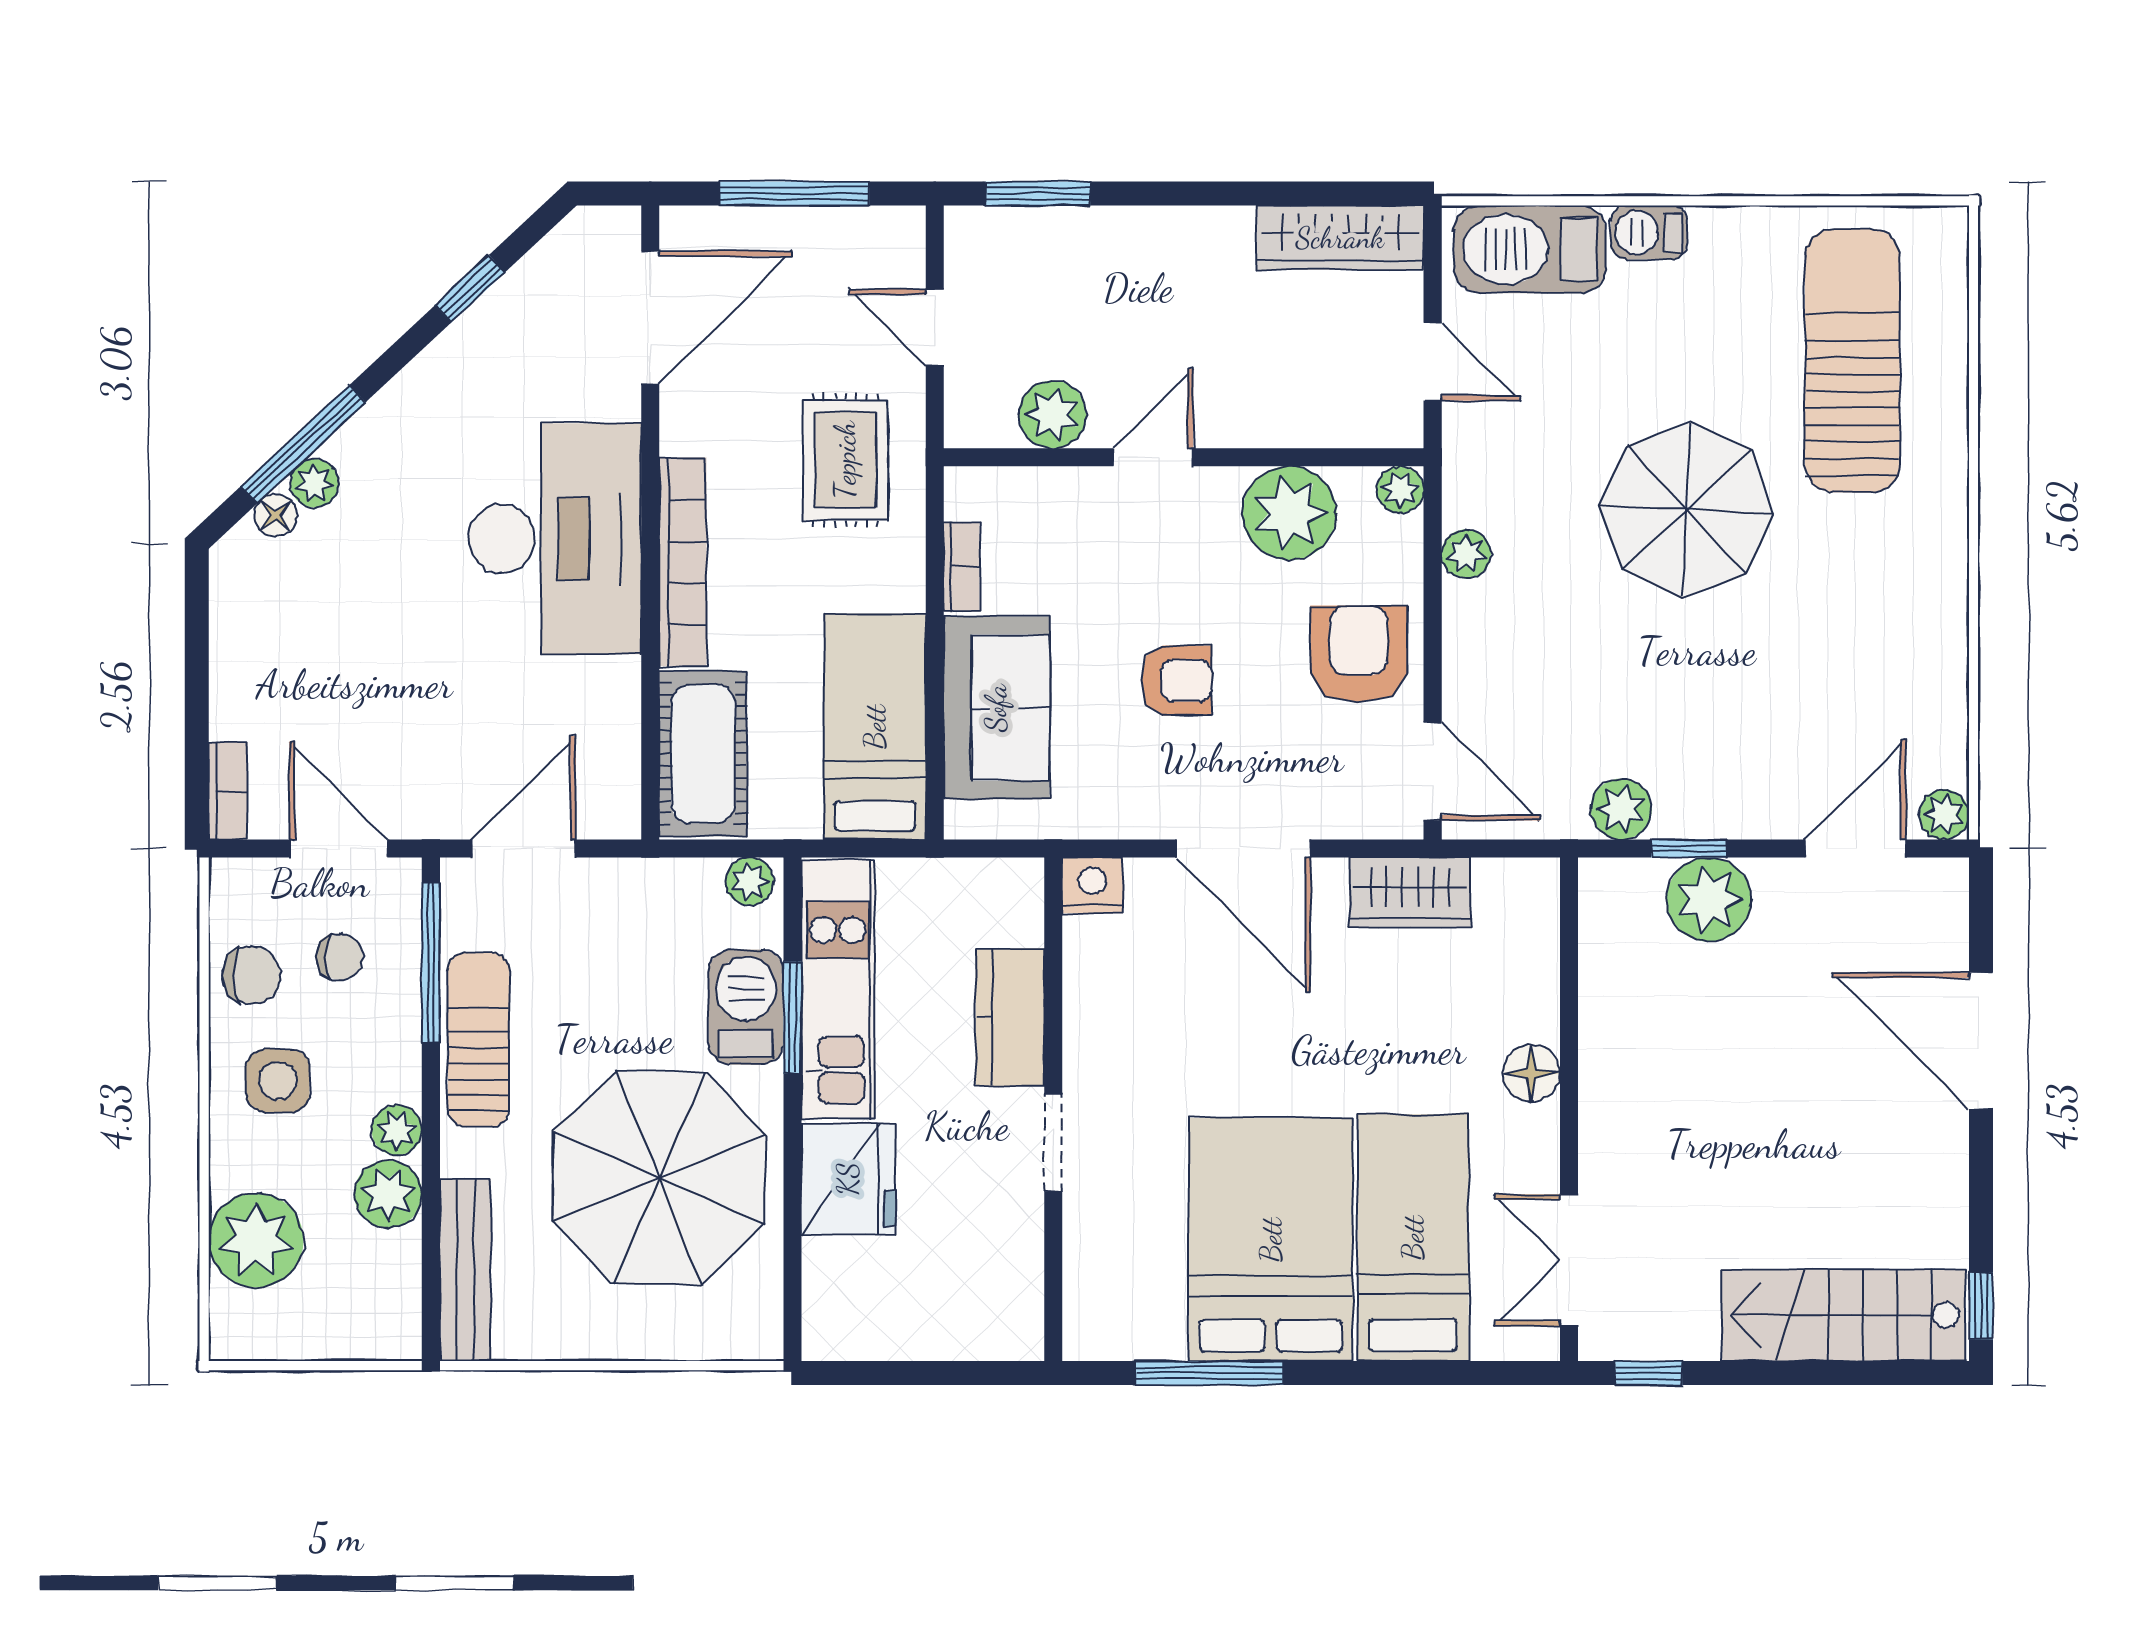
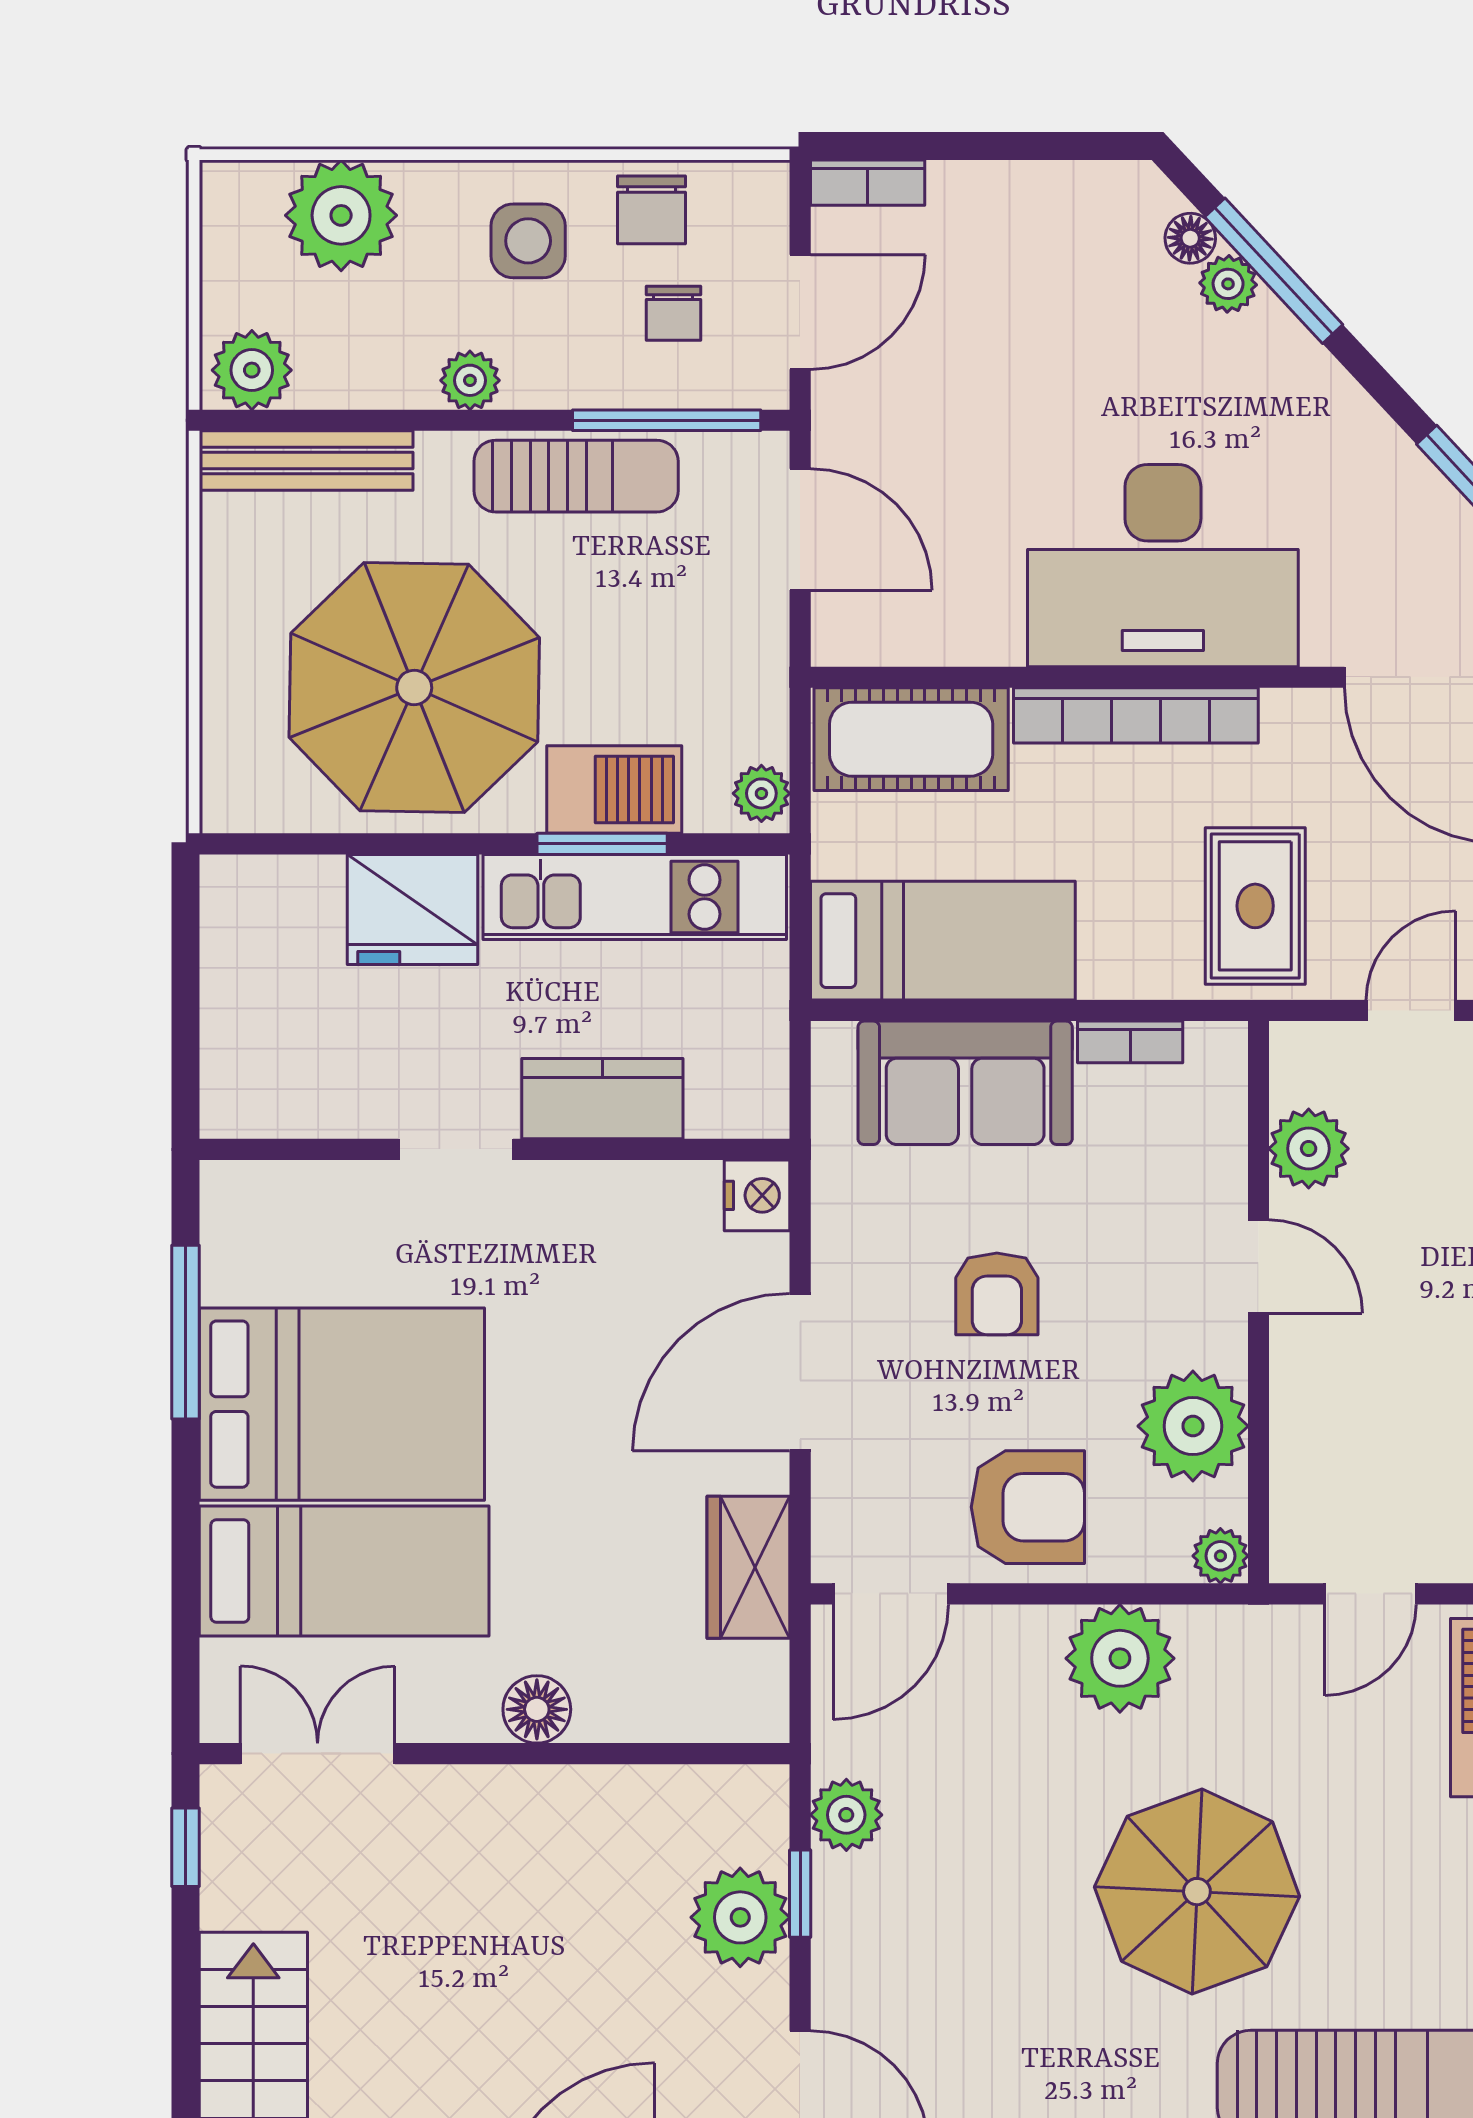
rug: (845, 460) -> (1255, 906), turned 90
plant: (1466, 554) -> (1120, 1658), width x1.88, depth x1.88
plant: (388, 1194) -> (252, 370), moved

